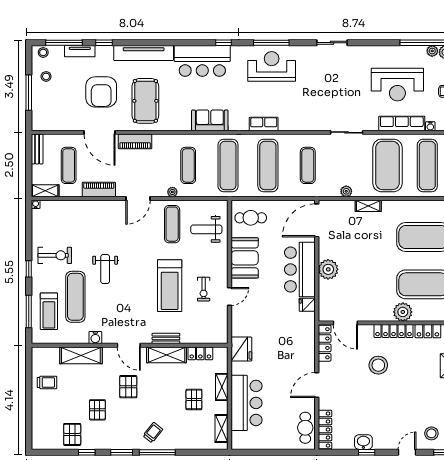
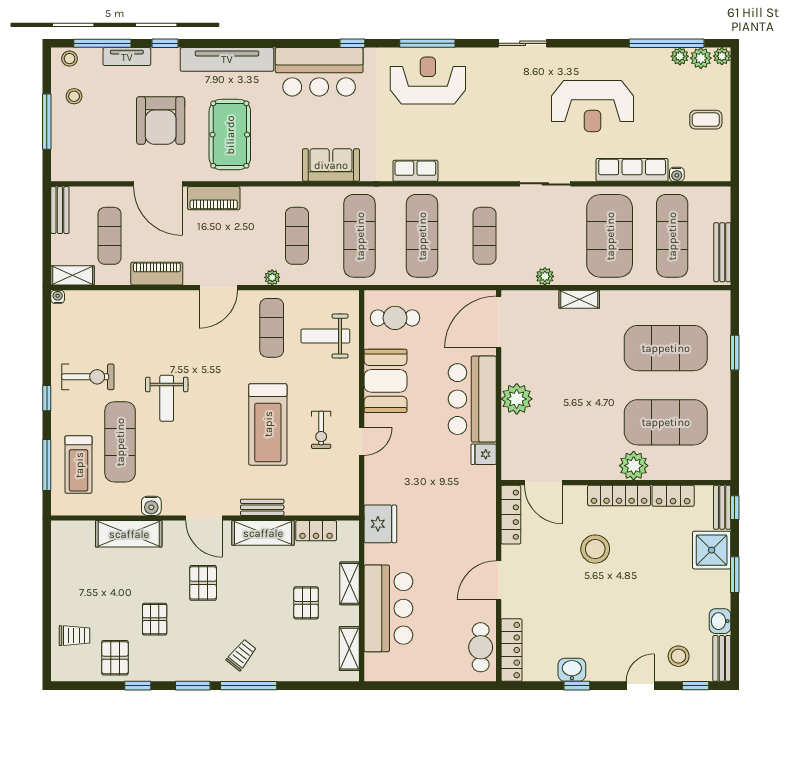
reception desk: (397, 85) -> (593, 106), moved
trolley: (47, 382) -> (74, 636), moved

